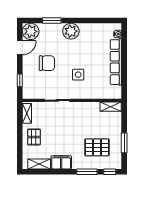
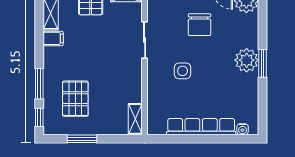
window: (52, 20) -> (262, 63), moved
filing cabinet: (61, 162) -> (53, 38), width x0.50

